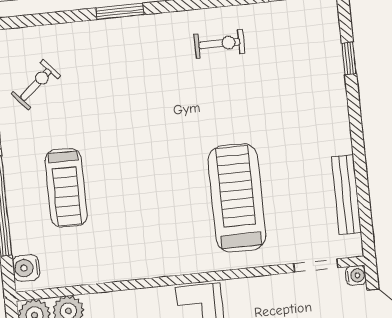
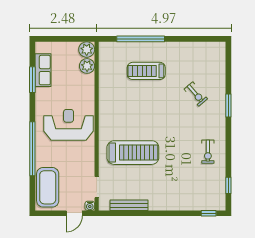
window: (349, 58) -> (209, 213), moved
exercise bike: (36, 85) -> (196, 94), moved
water cooler: (26, 268) -> (110, 48), removed

